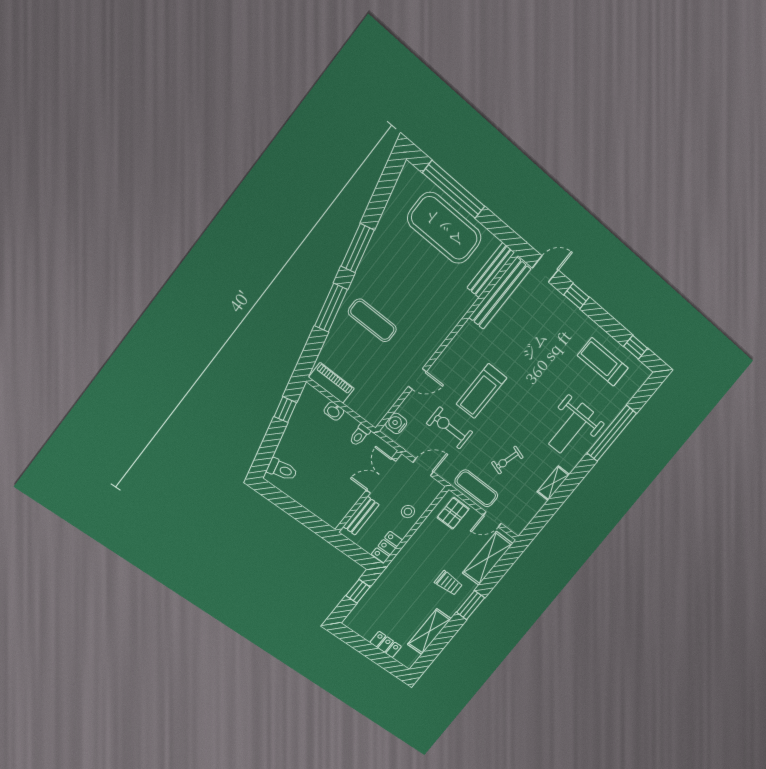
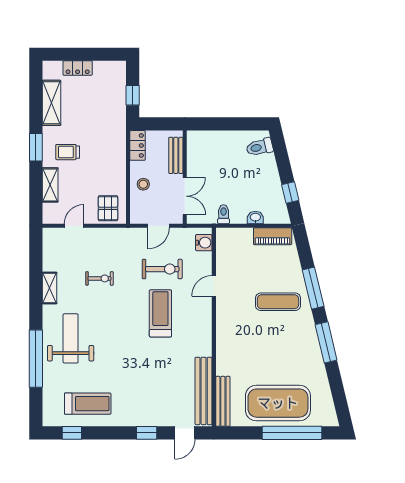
exercise bike: (507, 460) -> (100, 278), turned 73
exercise mat: (476, 488) -> (106, 240), removed
shelving: (488, 558) -> (50, 185), width x0.67, depth x0.75

